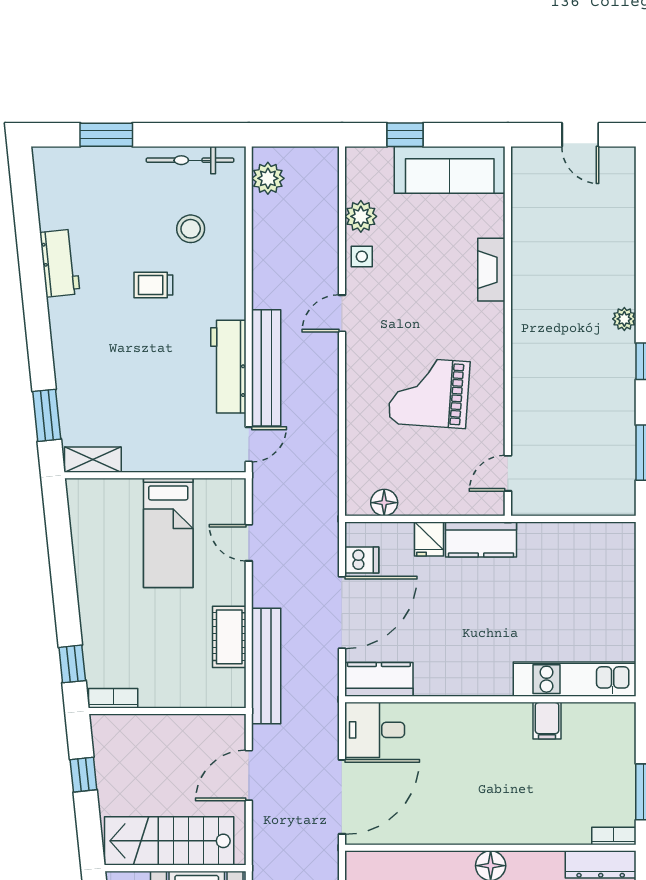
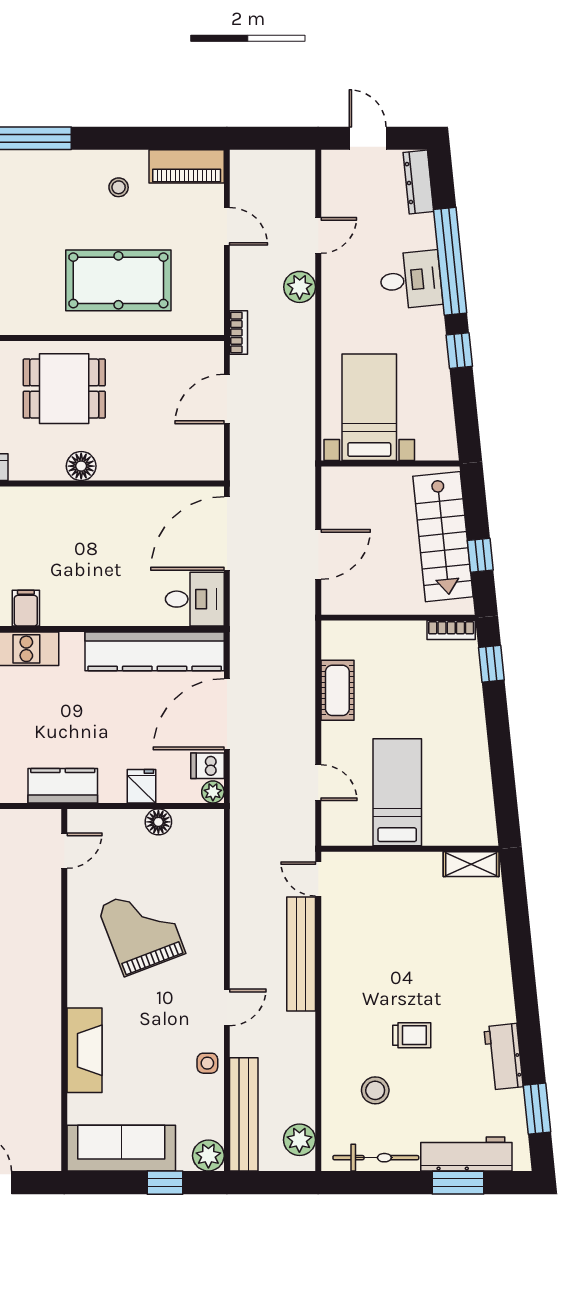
plant: (361, 216) -> (208, 1156), moved
fireplace: (491, 270) -> (85, 1050), width x1.37, depth x1.32
workbench: (228, 367) -> (466, 1154), moved, turned -90
grand piano: (429, 393) -> (142, 930), turned -115
window: (47, 415) -> (537, 1109), moved
door: (249, 444) -> (318, 879), hinge flipped
floor lamp: (384, 503) -> (158, 822), moved
plant: (356, 533) -> (213, 792), added
kitchen counter: (481, 539) -> (63, 786), moved
bench: (266, 666) -> (244, 1114), moved
kitchen counter: (379, 679) -> (155, 651), width x2.08, depth x1.17
stairs: (169, 841) -> (443, 537), moved, turned 84

